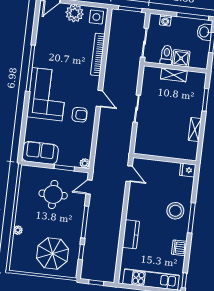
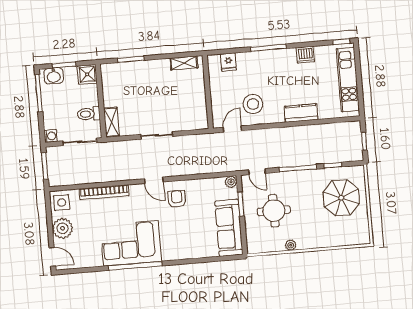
washing machine: (165, 20) -> (51, 136), moved
shower: (181, 58) -> (87, 74), moved
shelving: (174, 75) -> (111, 122), moved
corner sofa: (47, 94) -> (131, 243), moved
door: (99, 99) -> (154, 180), swing flipped
shelving: (195, 129) -> (184, 63), moved
sofa: (40, 153) -> (229, 228), width x1.36
fridge: (188, 170) -> (228, 62), moved
stool: (175, 211) -> (253, 104), moved
plant: (18, 230) -> (291, 245), moved

